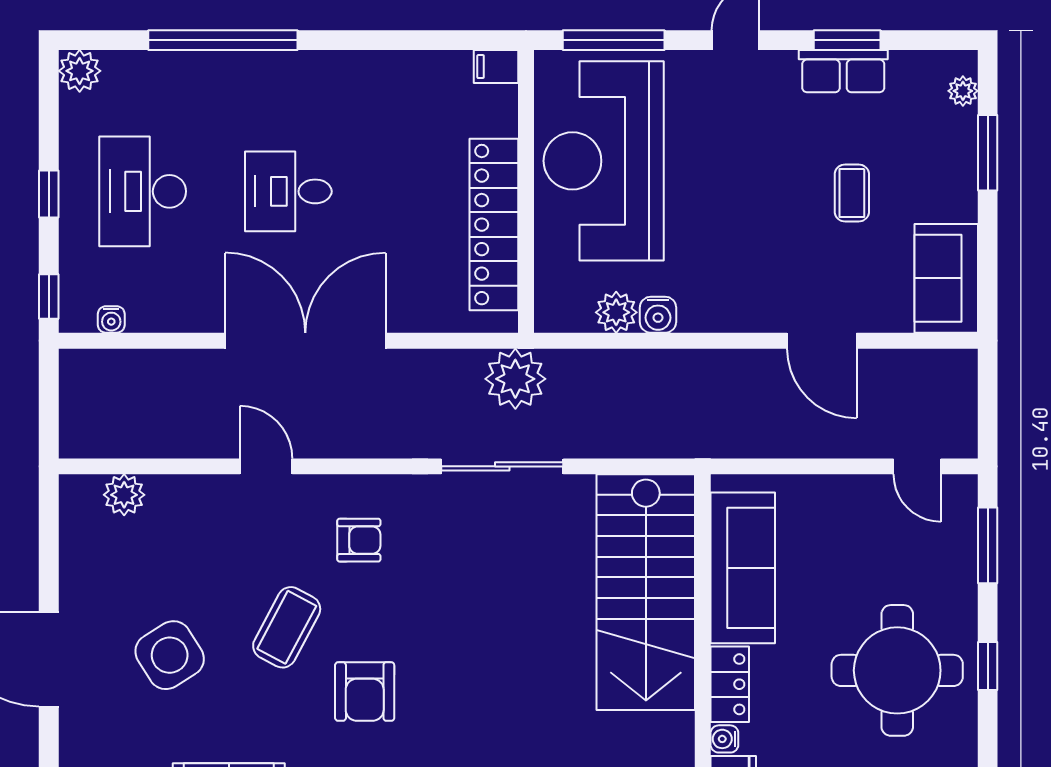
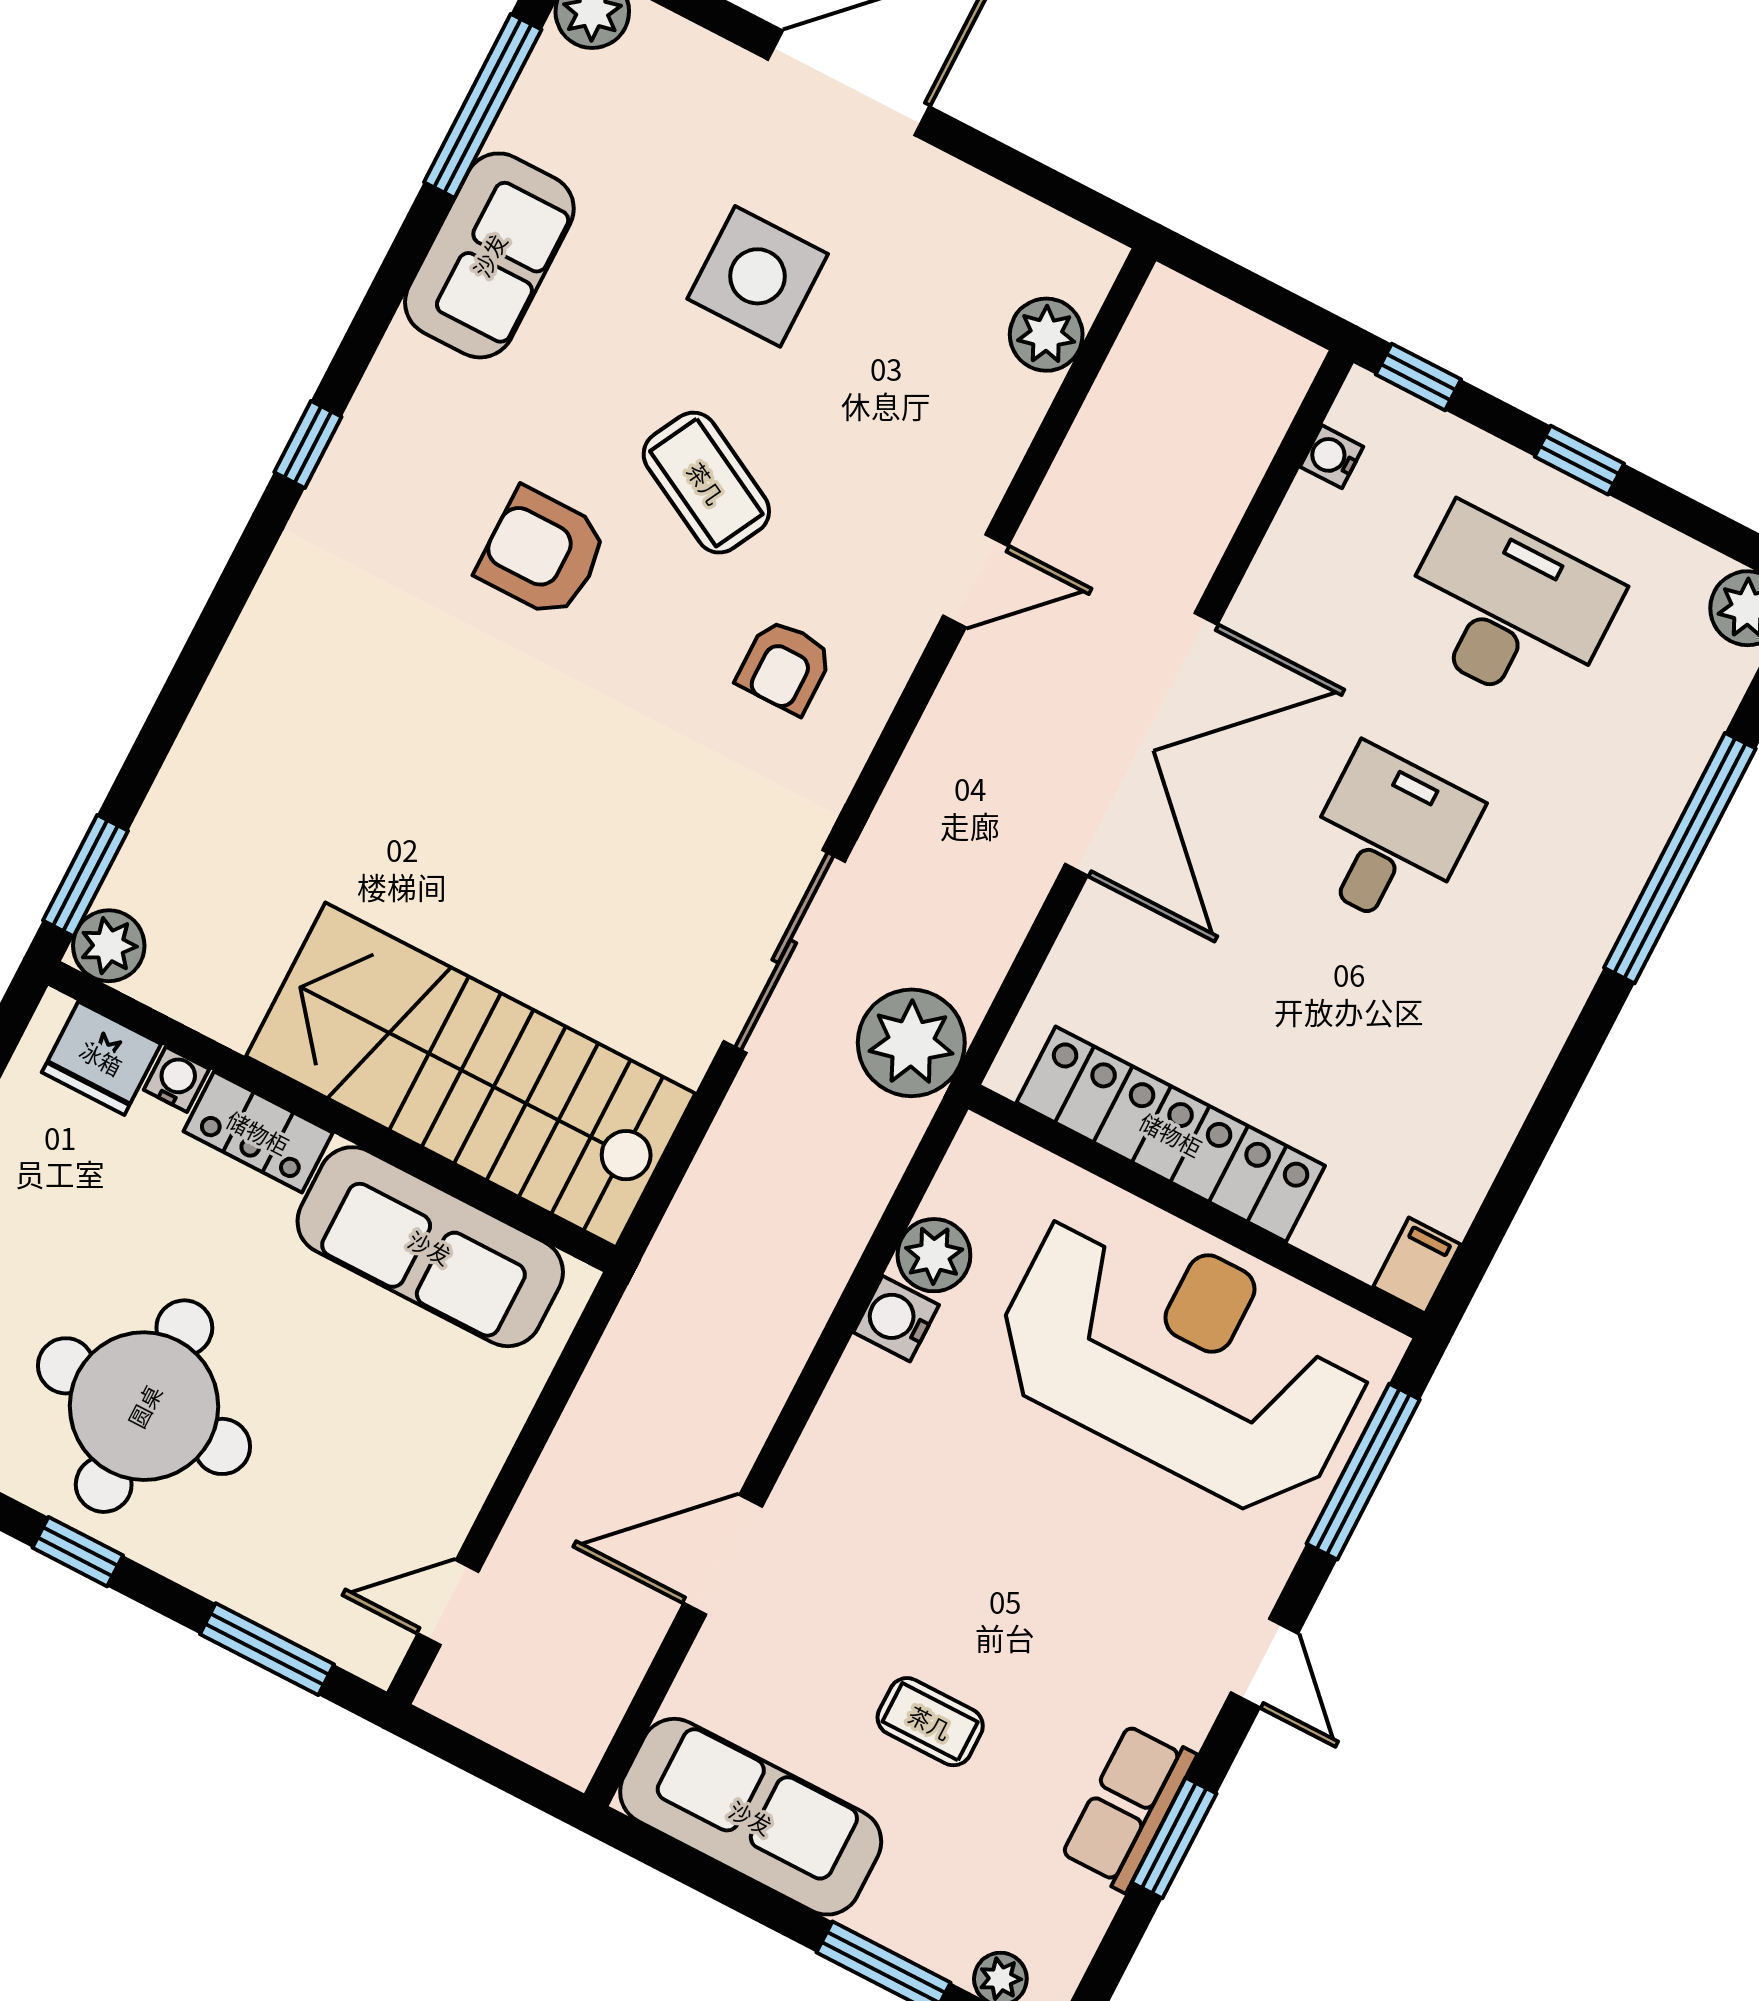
sofa: (946, 278) -> (751, 1817), width x1.36
side table: (170, 655) -> (758, 276), turned 32

